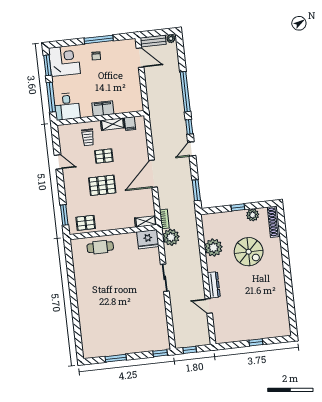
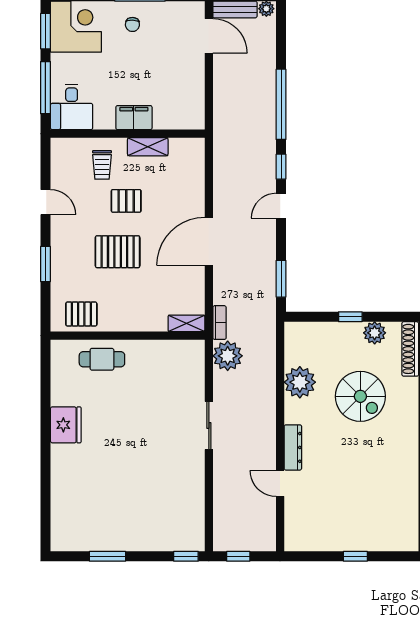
filing cabinet: (130, 124) -> (178, 149), removed
window: (64, 215) -> (45, 264), moved
fridge: (148, 239) -> (66, 425), moved, turned -90

